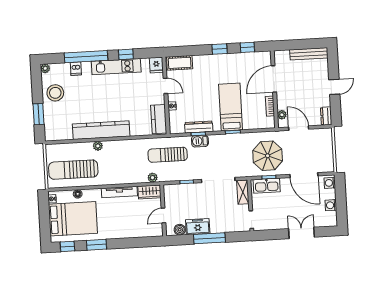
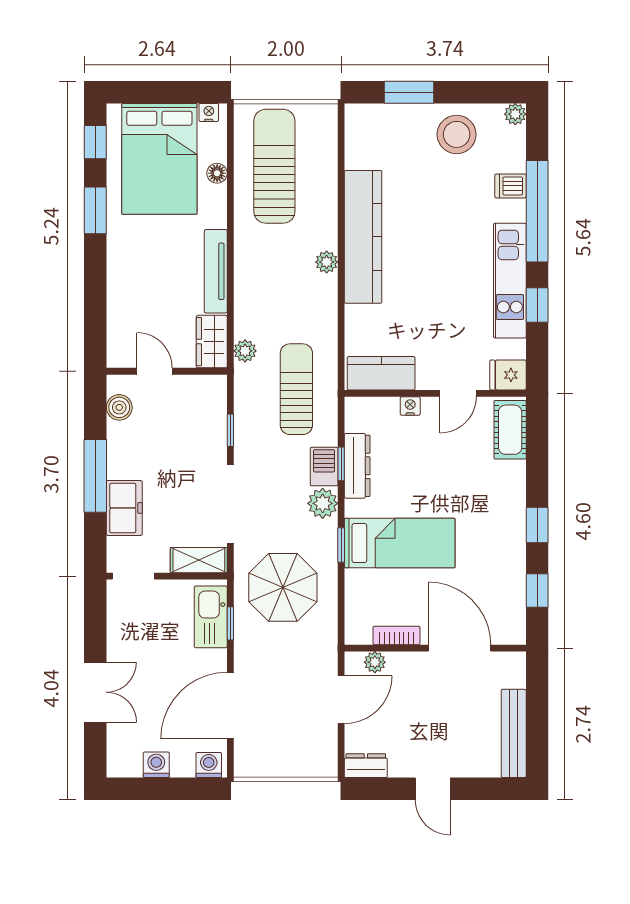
plant: (216, 141) -> (323, 503), added
plant: (98, 146) -> (327, 262), moved
parasol: (268, 156) -> (283, 587), moved
freezer: (198, 227) -> (124, 508), moved

